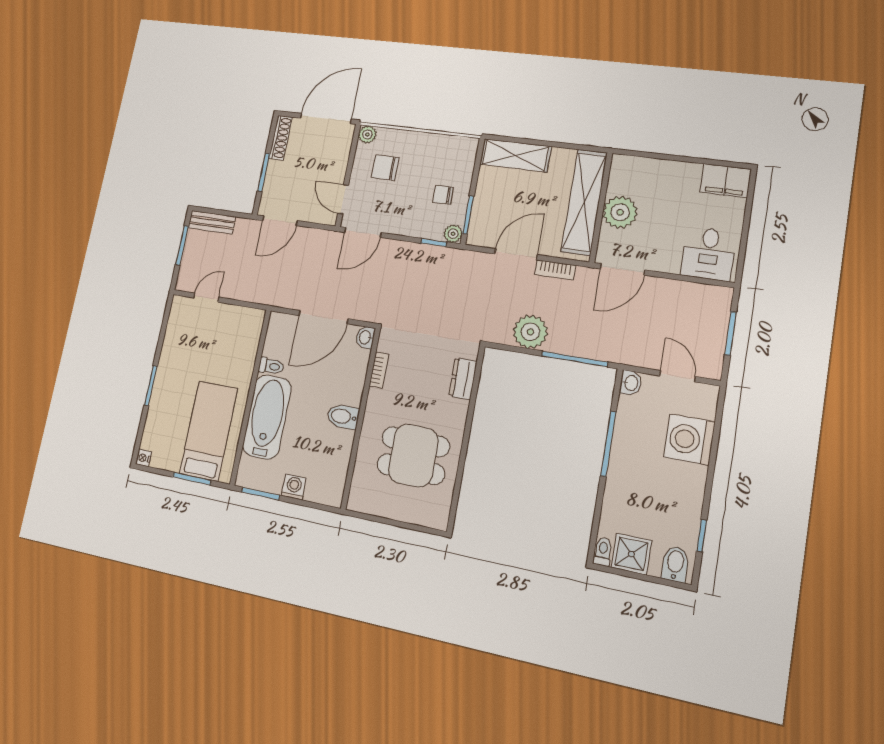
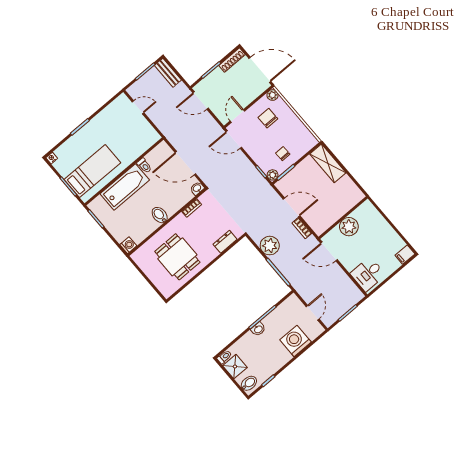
filing cabinet: (725, 181) -> (405, 255), width x0.50
shelving: (584, 202) -> (338, 209), removed
washbasin: (631, 383) -> (258, 329), moved
washing machine: (294, 487) -> (128, 245), moved

